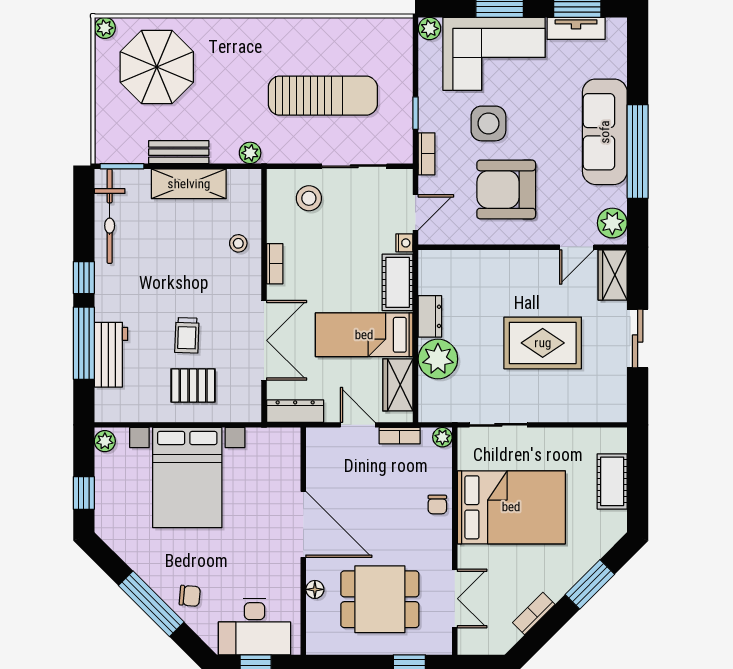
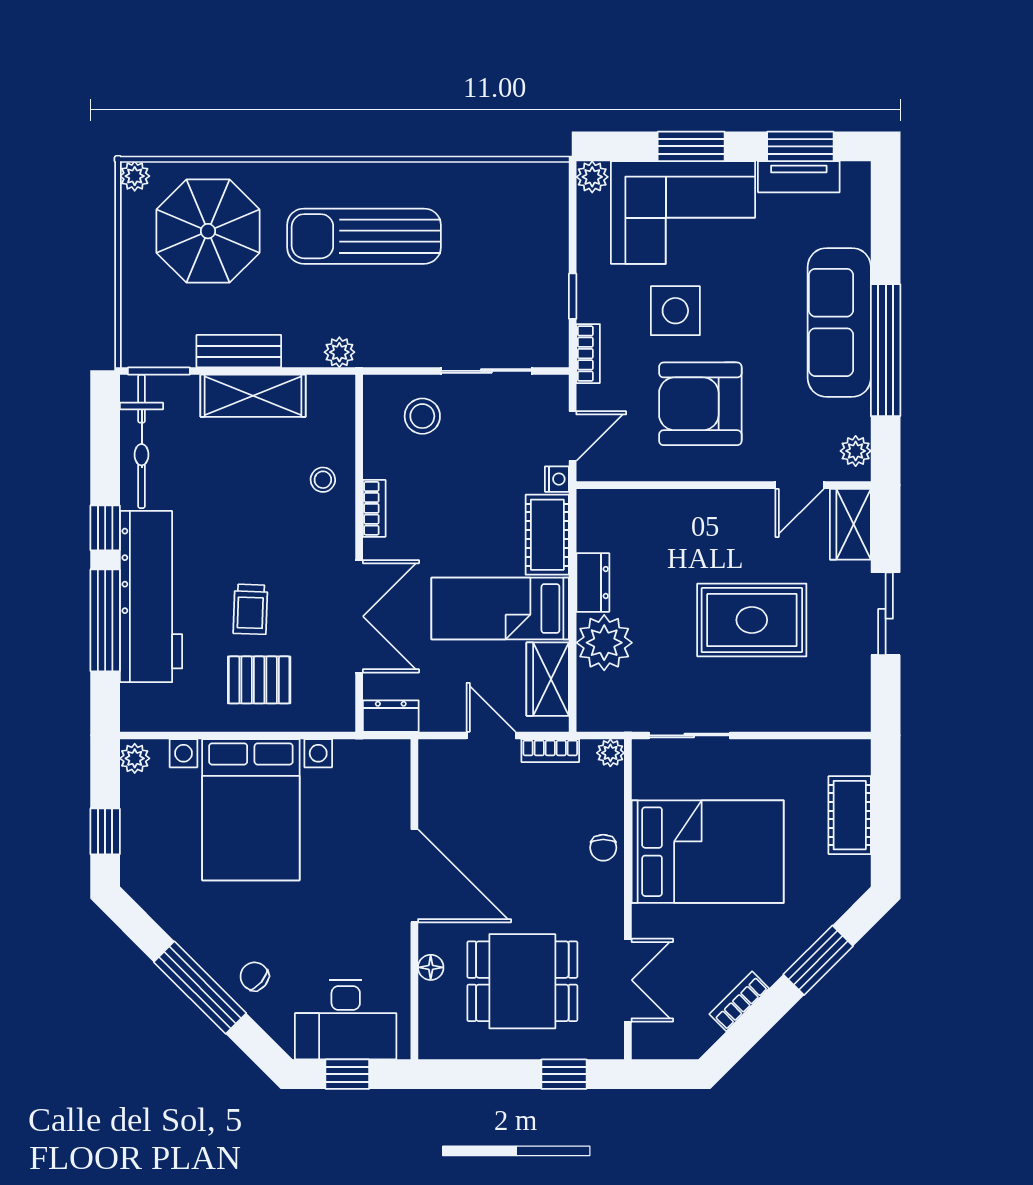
sun lounger: (323, 96) -> (364, 236), moved, turned 180
plant: (612, 223) -> (856, 451), width x0.73, depth x0.73
workbench: (111, 355) -> (151, 597), width x1.87, depth x1.32
dresser: (295, 411) -> (391, 716), width x0.70
chair: (190, 596) -> (254, 976), turned -145

